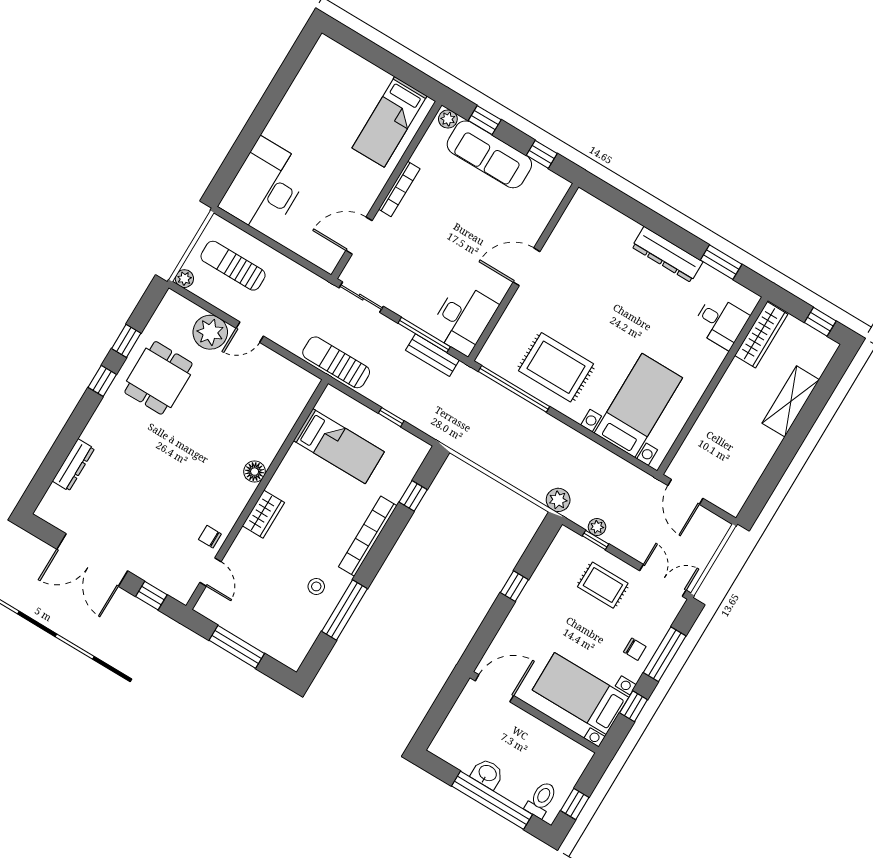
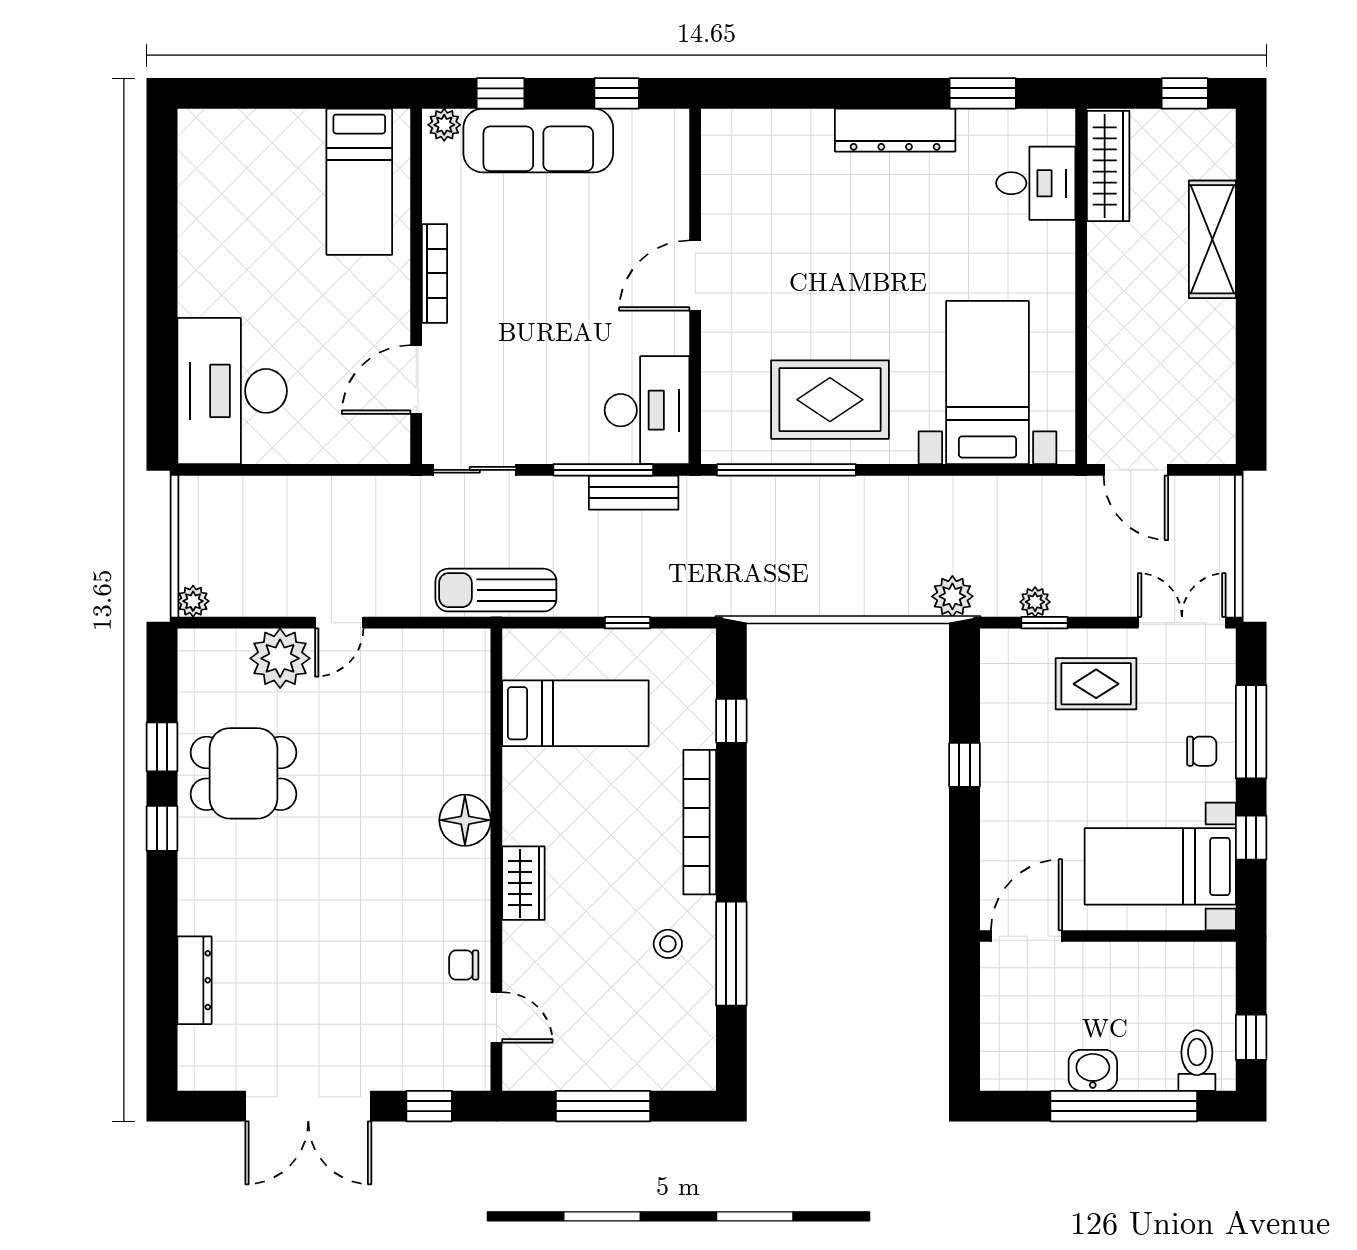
sun lounger: (233, 266) -> (254, 538), removed
dining table: (158, 378) -> (244, 773), turned 90
floor lamp: (255, 472) -> (465, 820), width x1.38, depth x1.38

